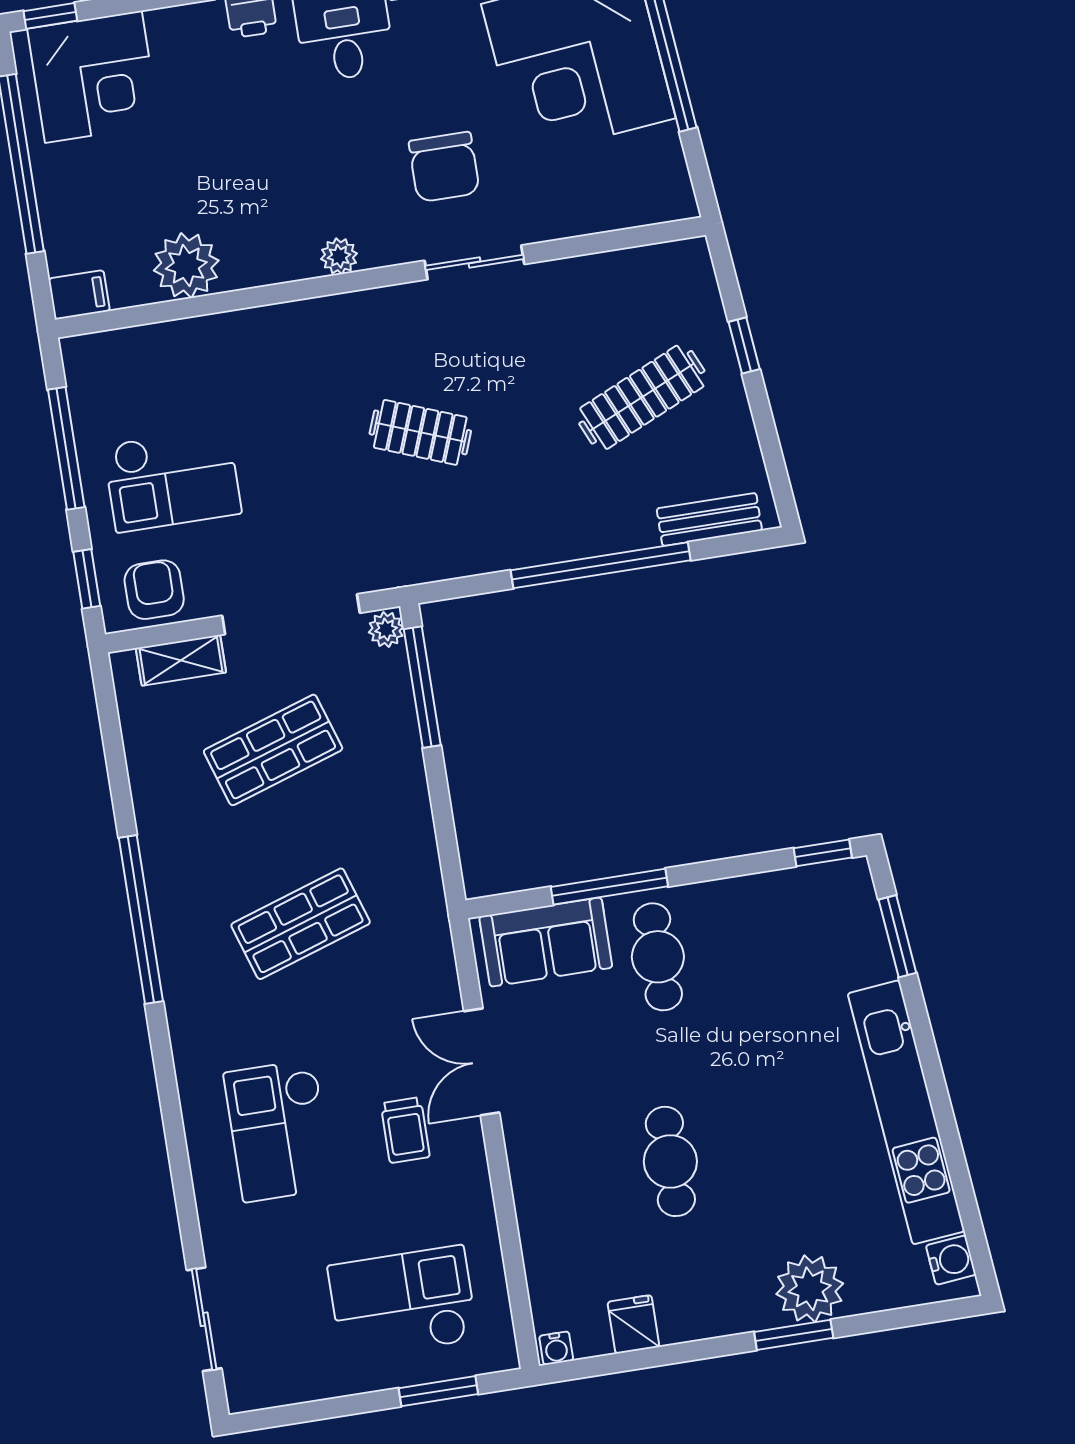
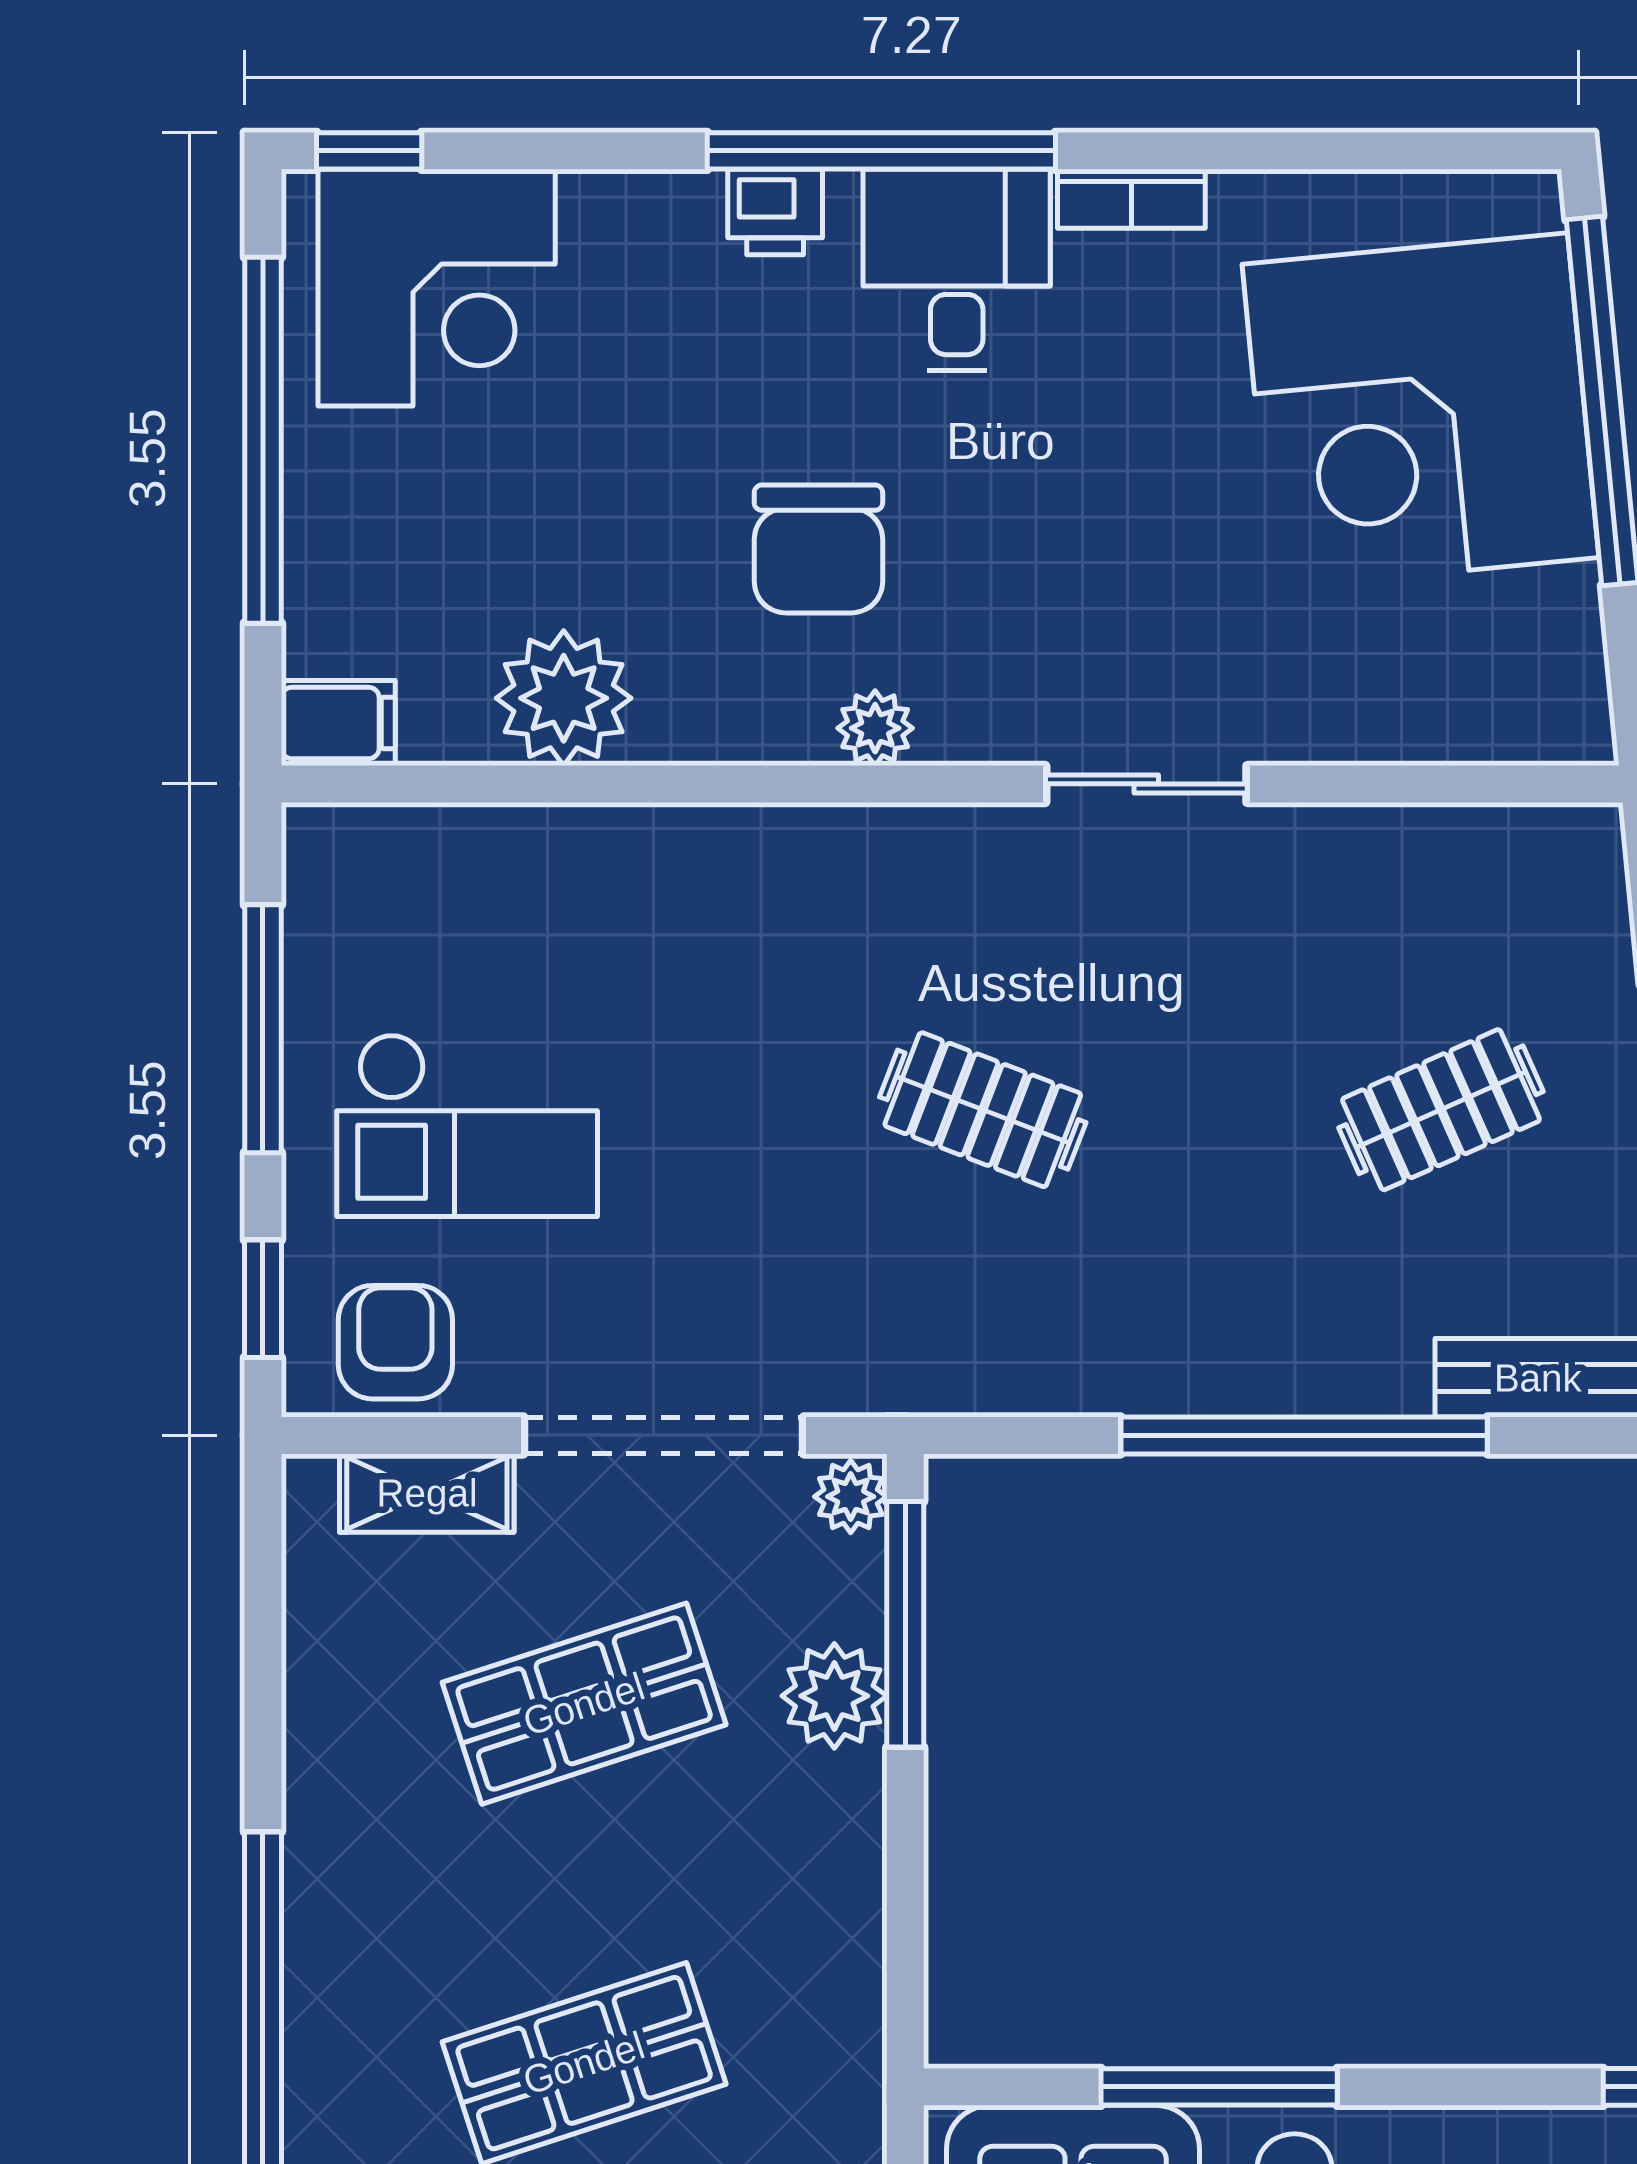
chair: (444, 167) -> (818, 549), moved
clothes rail: (642, 397) -> (1441, 1110), width x0.73
plant: (393, 727) -> (834, 1696), added

